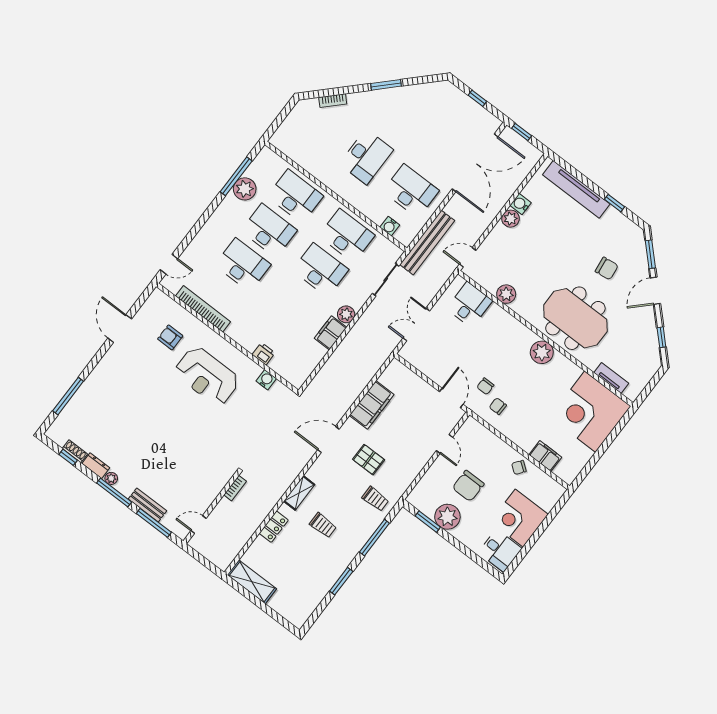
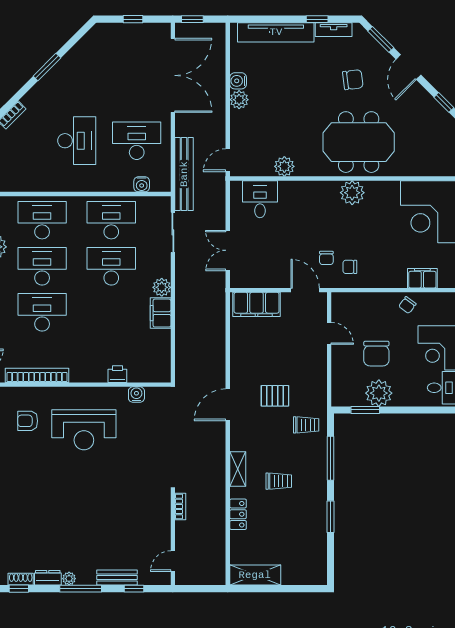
tv unit: (611, 378) -> (334, 30), moved, turned 180
filing cabinet: (372, 405) -> (257, 304), moved, turned 90
window: (154, 523) -> (134, 589), width x0.46

